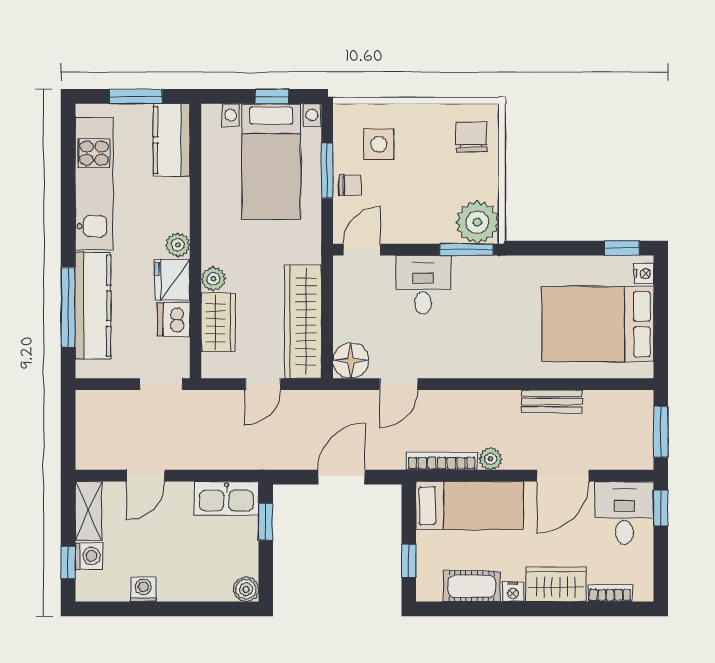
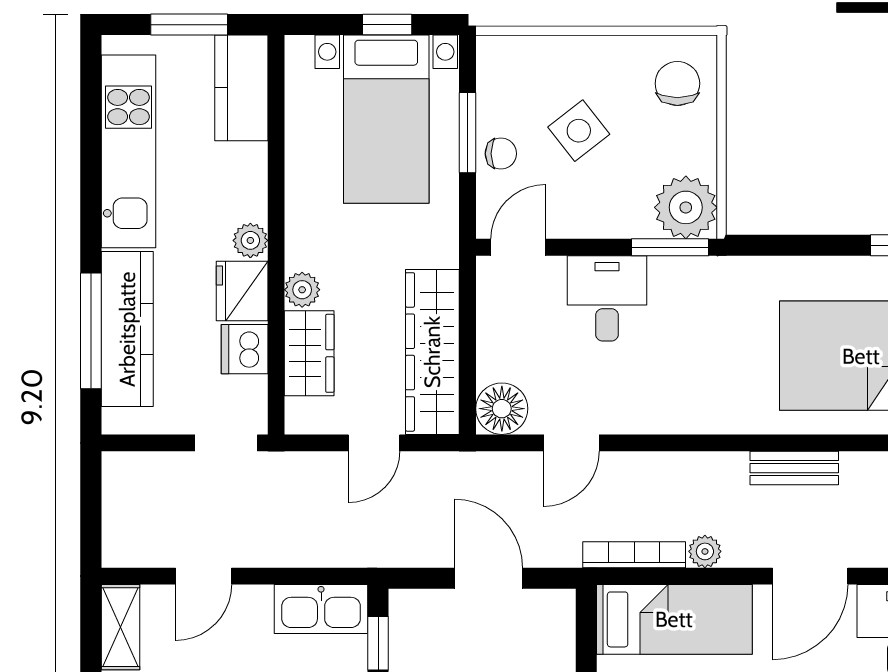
side table: (379, 144) -> (579, 131), moved, turned -38
door: (342, 477) -> (488, 578), hinge flipped

